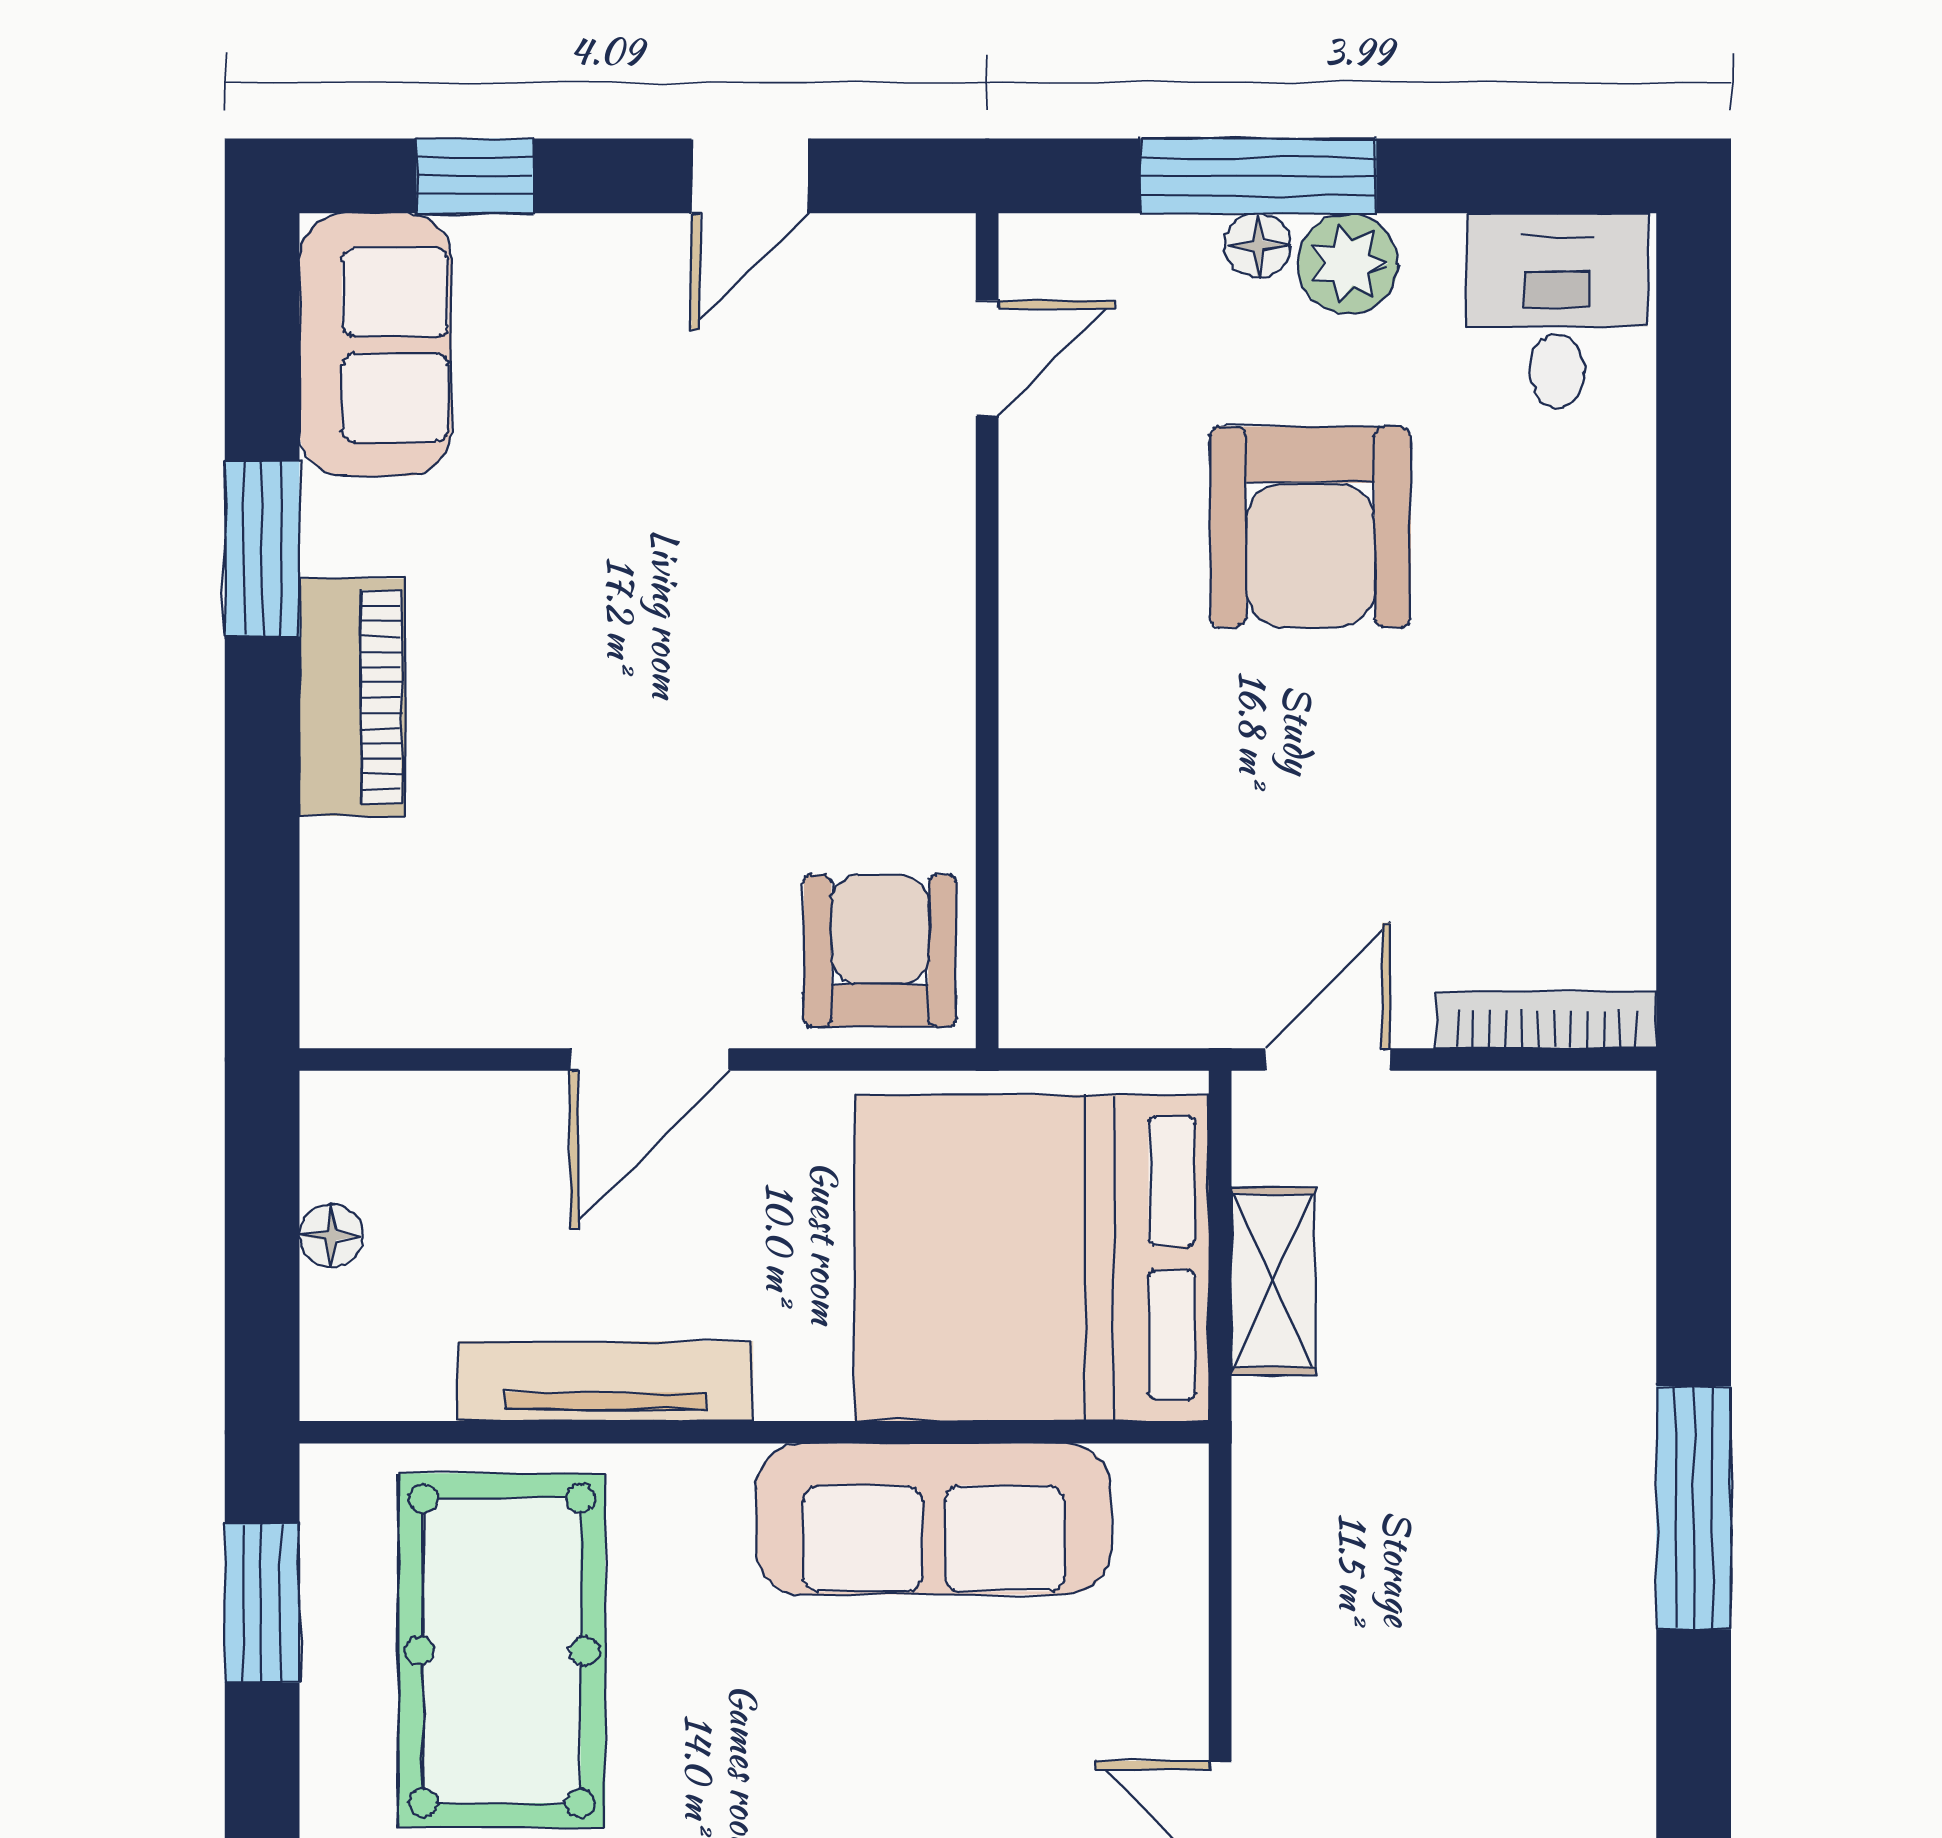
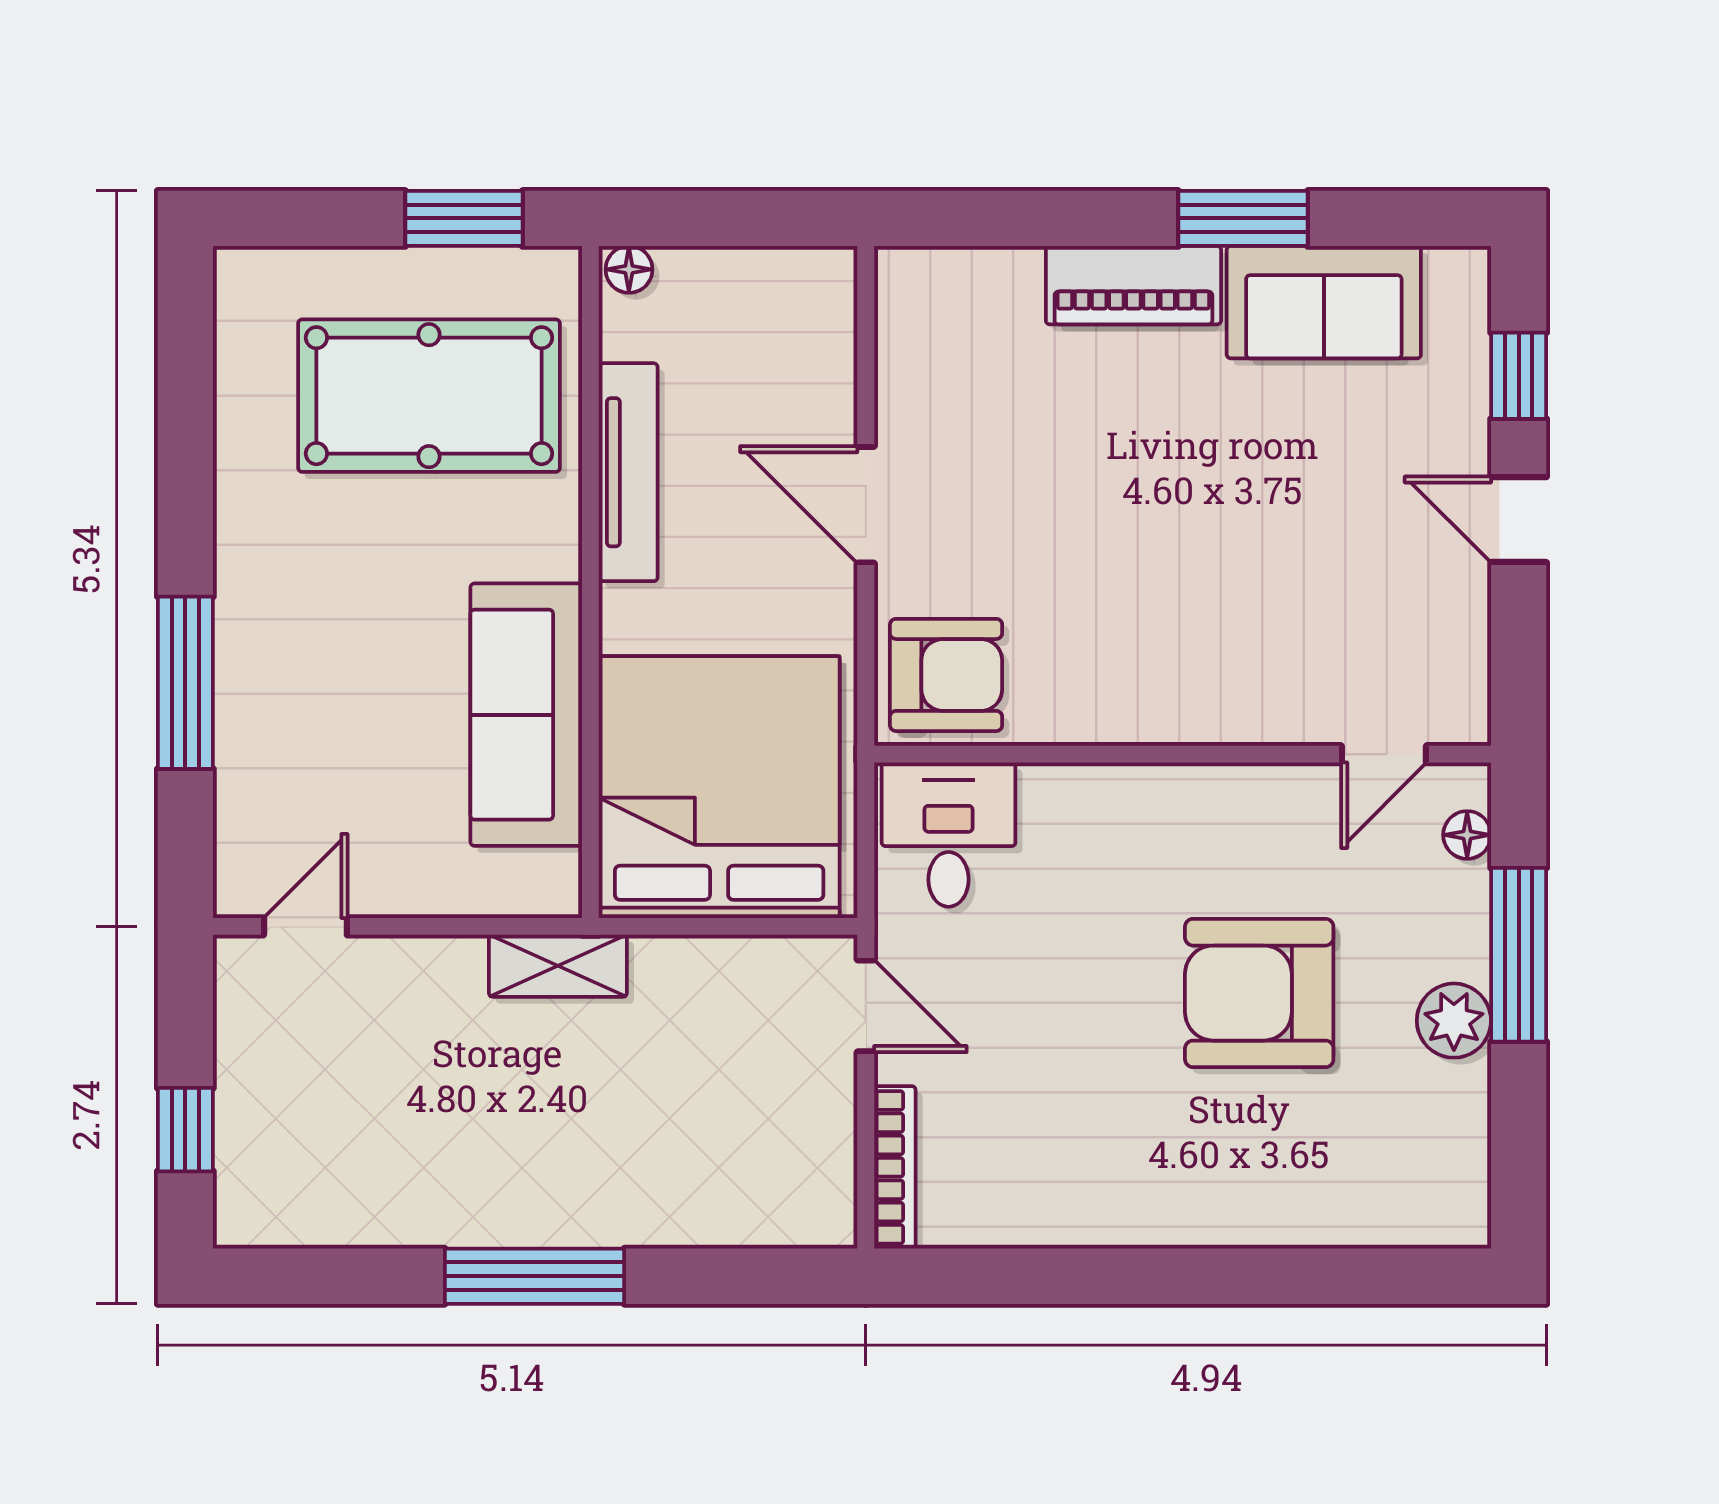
door: (750, 176) -> (1519, 520), moved
floor lamp: (1258, 246) -> (1467, 835), moved
desk: (1557, 311) -> (949, 835), moved, turned -90
sofa: (375, 345) -> (1324, 302), moved
door: (987, 358) -> (1384, 754), hinge flipped
floor lamp: (331, 1236) -> (629, 269), moved
shelving: (1273, 1281) -> (558, 966), moved

